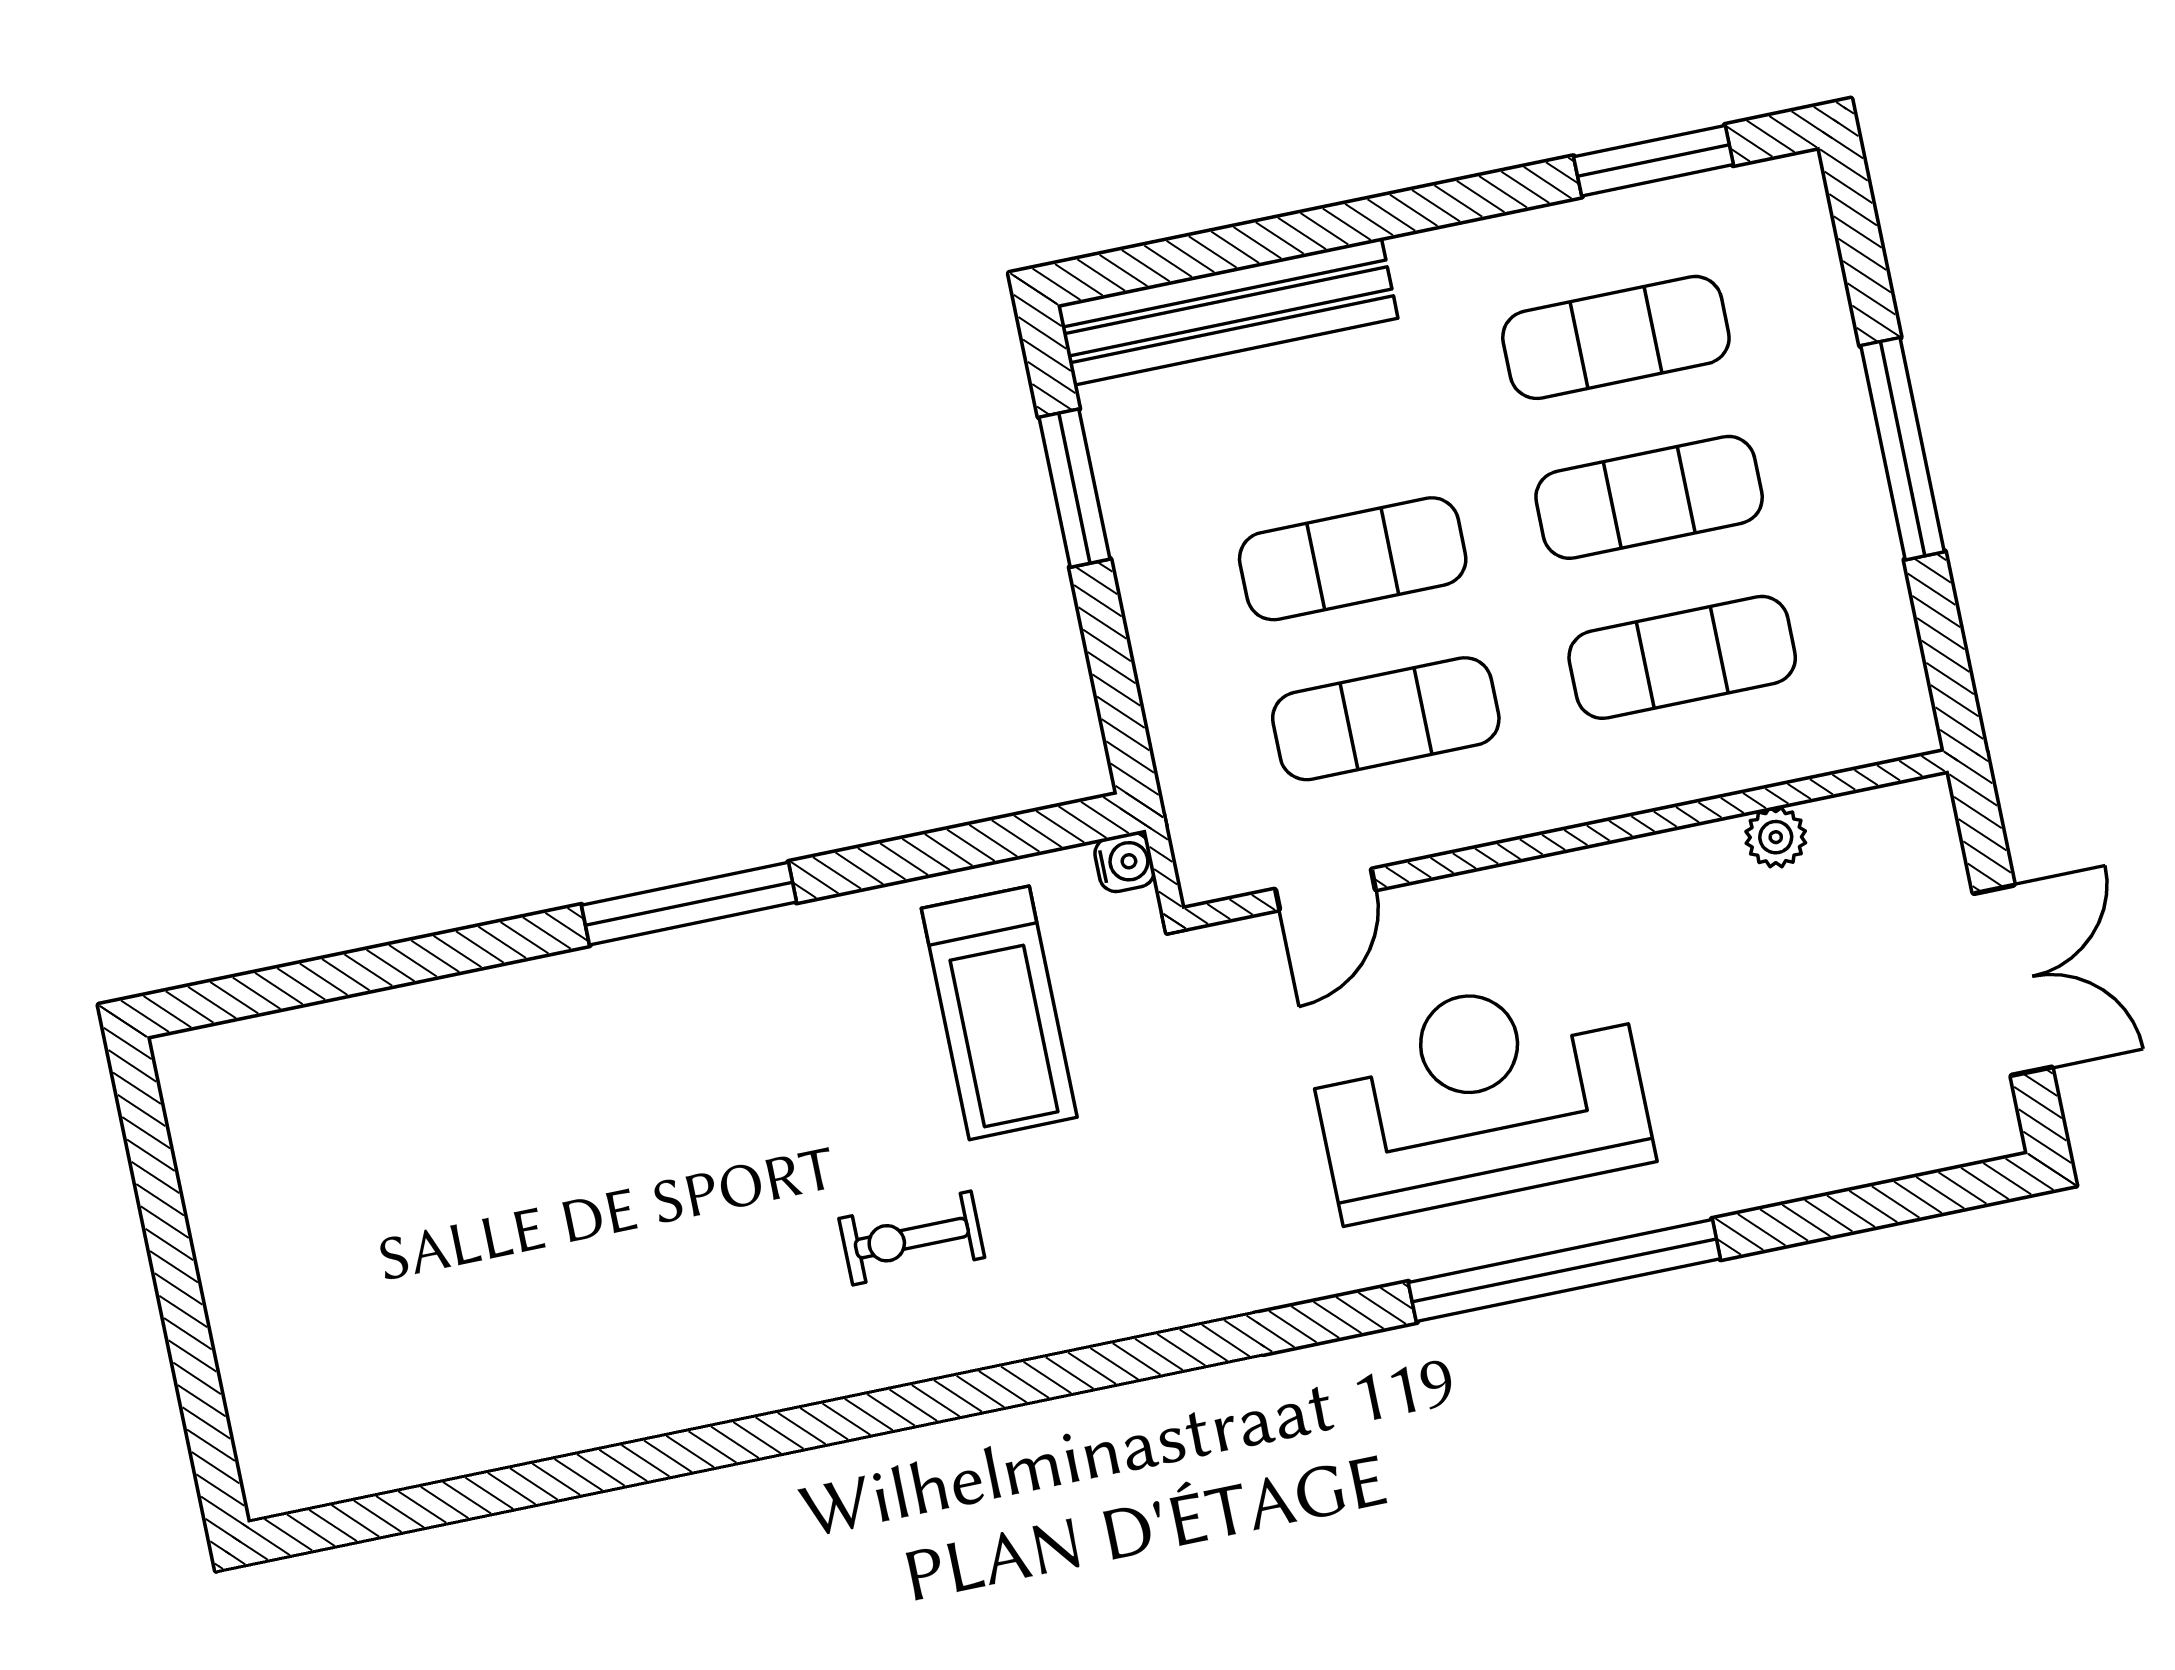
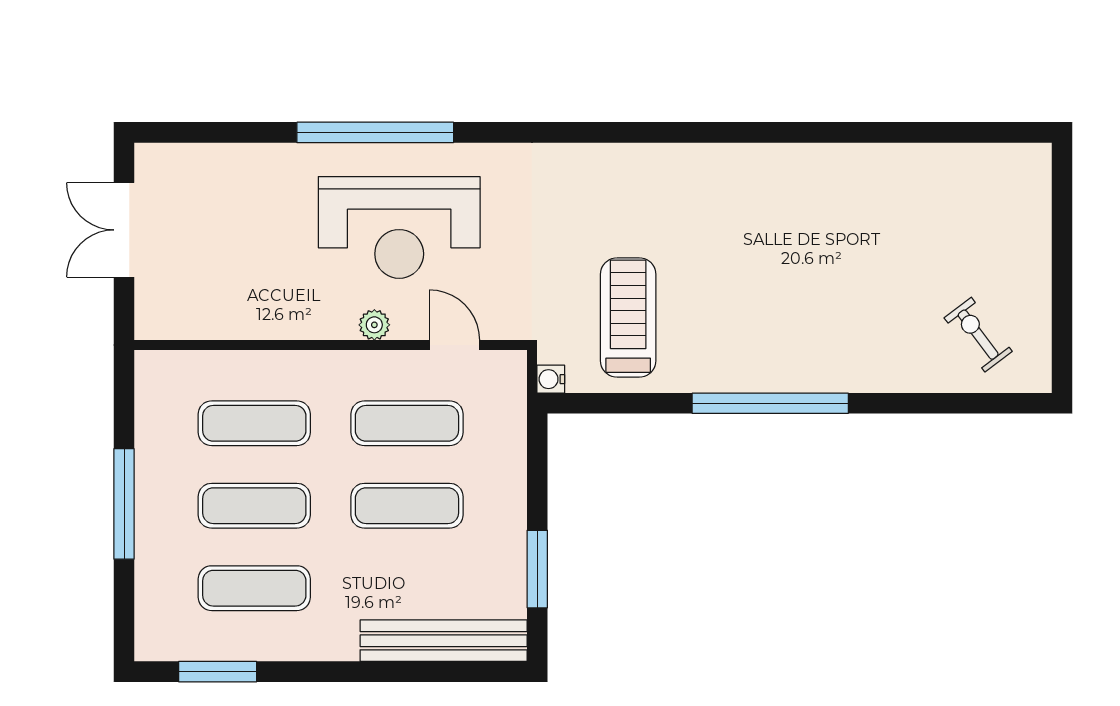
plant: (1776, 837) -> (374, 325), moved
door: (1325, 890) -> (454, 345), hinge flipped
window: (689, 904) -> (770, 403), width x1.46
exercise bike: (912, 1238) -> (978, 335), moved, turned -127

